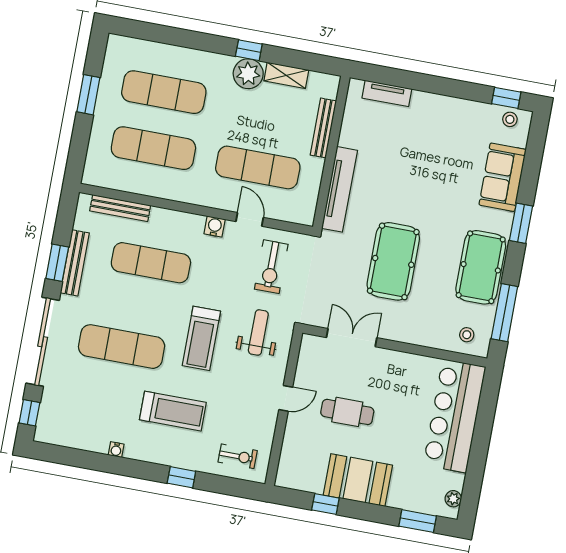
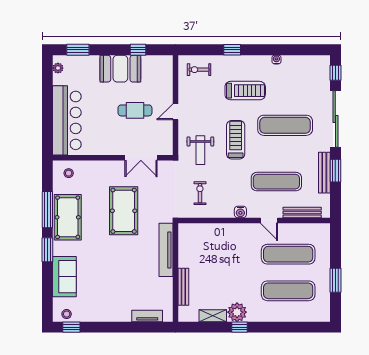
exercise mat: (258, 167) -> (220, 254), removed
door: (250, 219) -> (269, 220), moved
exercise bike: (271, 267) -> (200, 193), width x0.73, depth x0.72
window: (504, 313) -> (47, 210), moved
treadmill: (173, 411) -> (245, 91), turned 180

